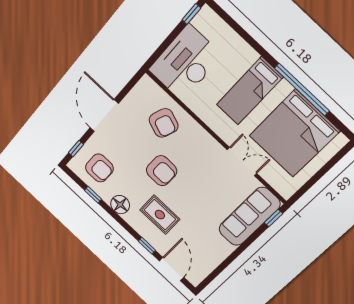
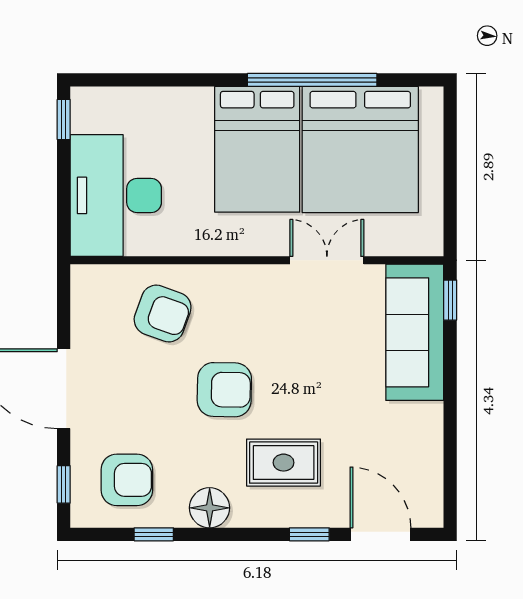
bed: (250, 91) -> (257, 149), width x1.50

